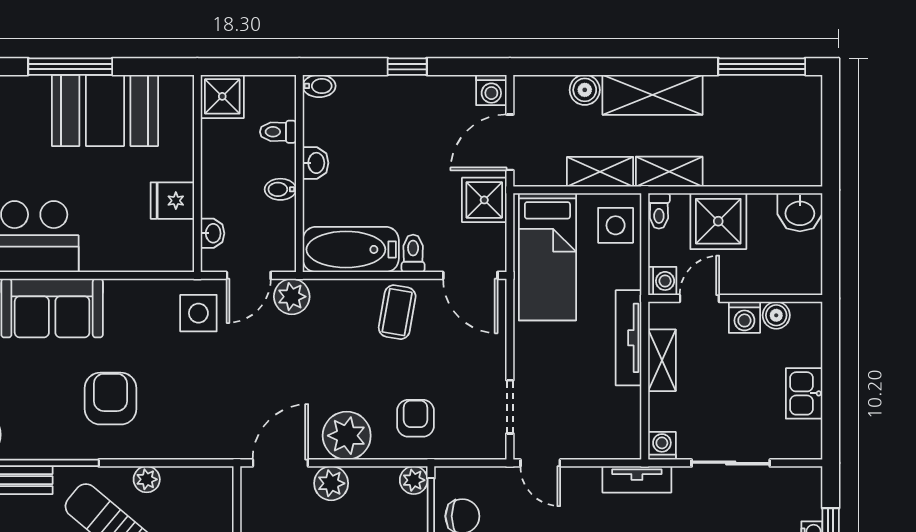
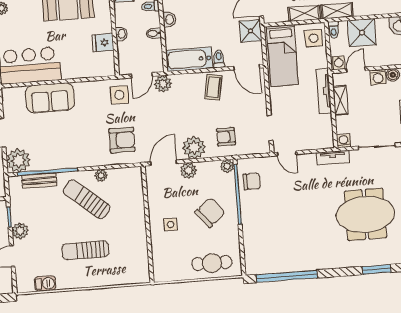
washbasin: (212, 233) -> (121, 34), moved
armchair: (110, 399) -> (122, 140), moved, turned 90
armchair: (416, 418) -> (226, 137), turned -90

